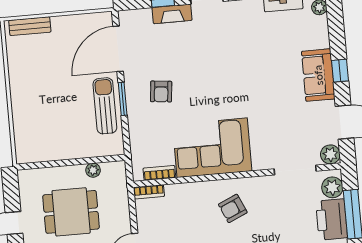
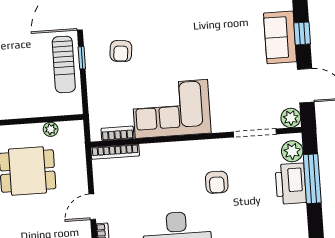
window: (123, 99) -> (82, 58), width x0.67
sun lounger: (105, 106) -> (64, 64), turned 180
bookcase: (149, 192) -> (115, 152), width x1.56
armchair: (233, 208) -> (217, 182), moved, turned -66

